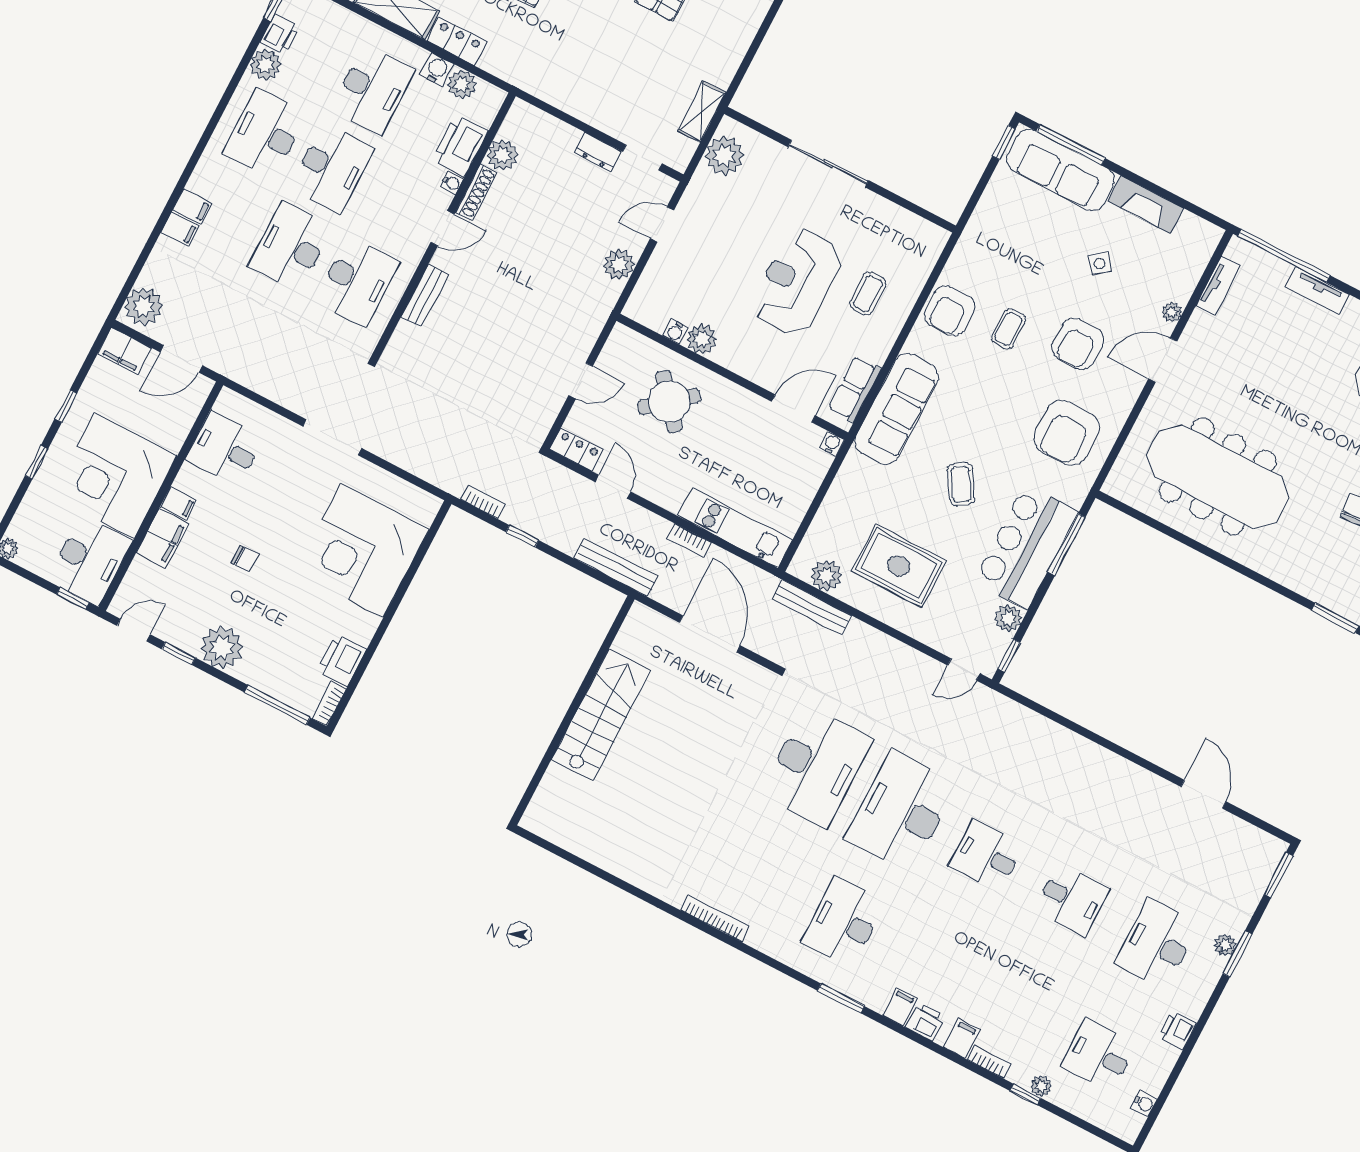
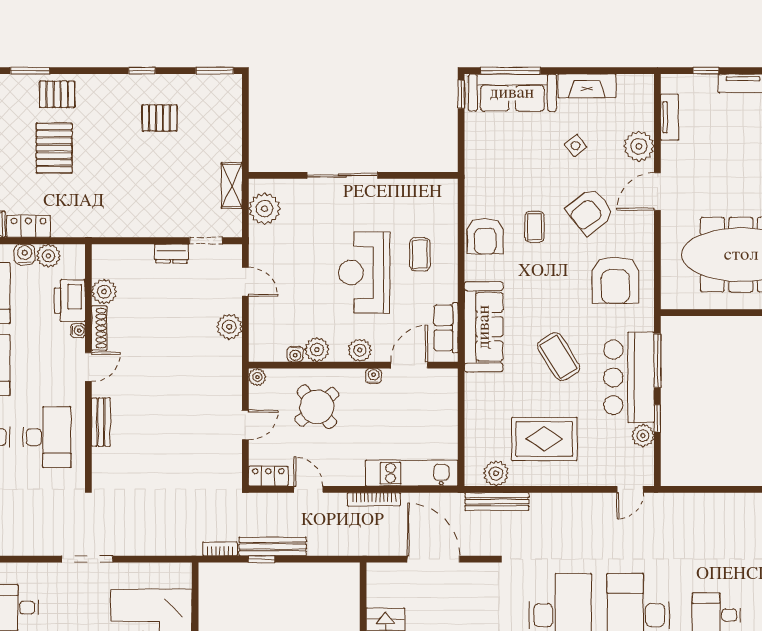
door: (662, 224) -> (245, 282), swing flipped
window: (1284, 256) -> (706, 71), width x0.32
plant: (1172, 312) -> (639, 146), width x1.88, depth x1.88
plant: (621, 335) -> (257, 377), added
armchair: (1078, 344) -> (590, 212), turned 52
plant: (748, 364) -> (360, 350), added
water cooler: (832, 444) -> (374, 376), moved
coffee table: (961, 484) -> (559, 357), width x1.36, depth x1.30
bookcase: (689, 540) -> (374, 499), width x1.56
bench: (616, 568) -> (273, 546), moved
window: (1009, 656) -> (657, 418), moved

